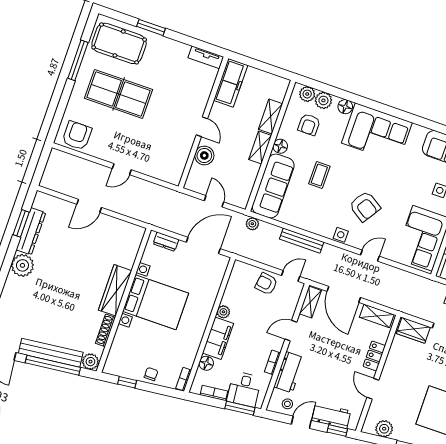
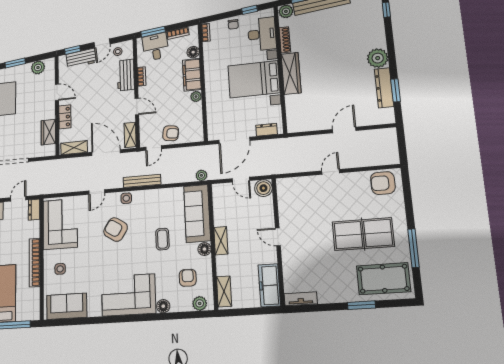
plant: (323, 100) -> (184, 304), removed
shelving: (271, 117) -> (224, 291), moved
armchair: (77, 136) -> (383, 183), turned 90
boiler: (204, 155) -> (263, 188), moved
bench: (302, 241) -> (142, 181), moved
wardrobe: (413, 330) -> (48, 132), moved, turned -90
door: (291, 331) -> (137, 106), hinge flipped
desk: (126, 348) -> (262, 34), added

